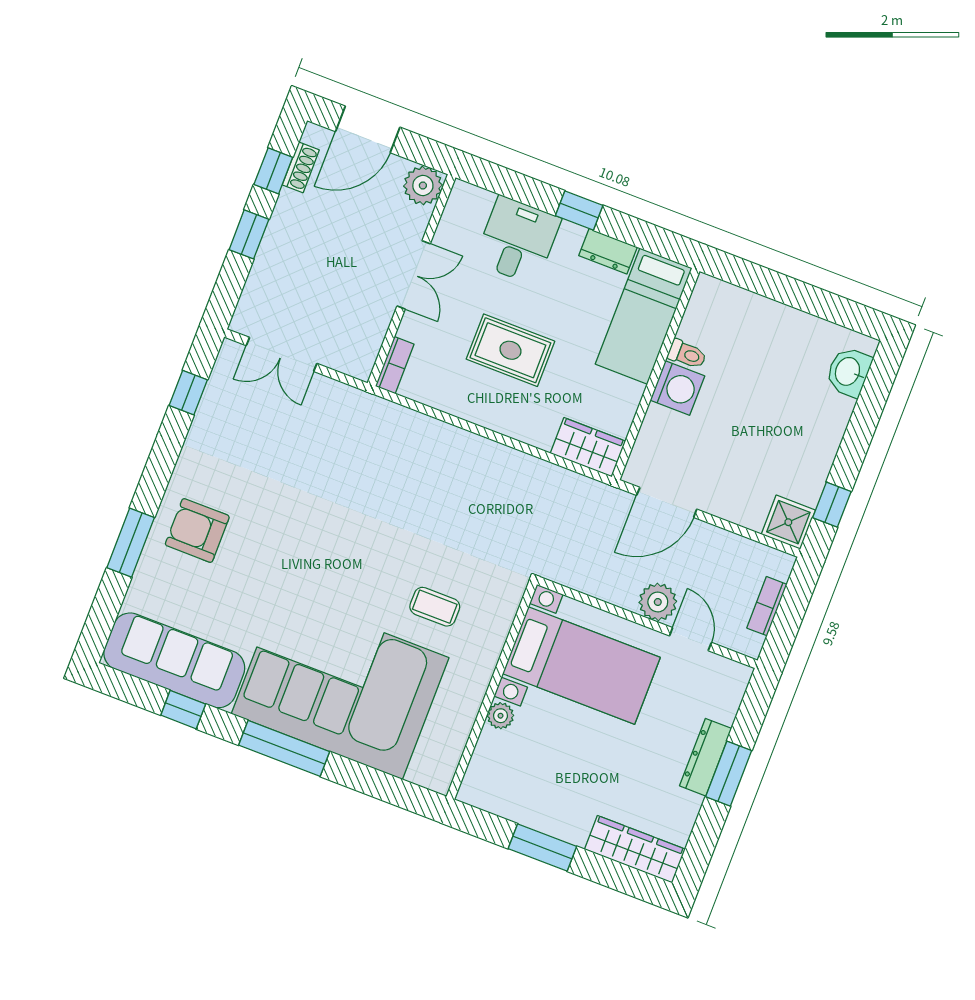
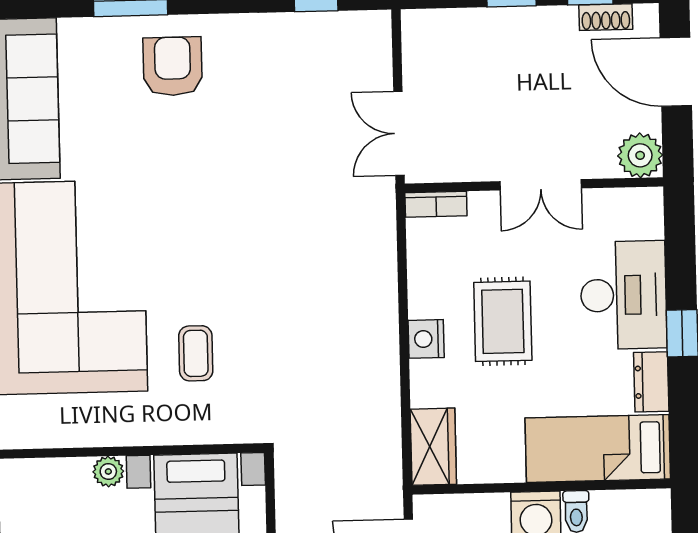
desk: (517, 240) -> (624, 295), width x1.37
double door: (282, 354) -> (399, 134), moved
nightstand: (499, 417) -> (426, 339), added

